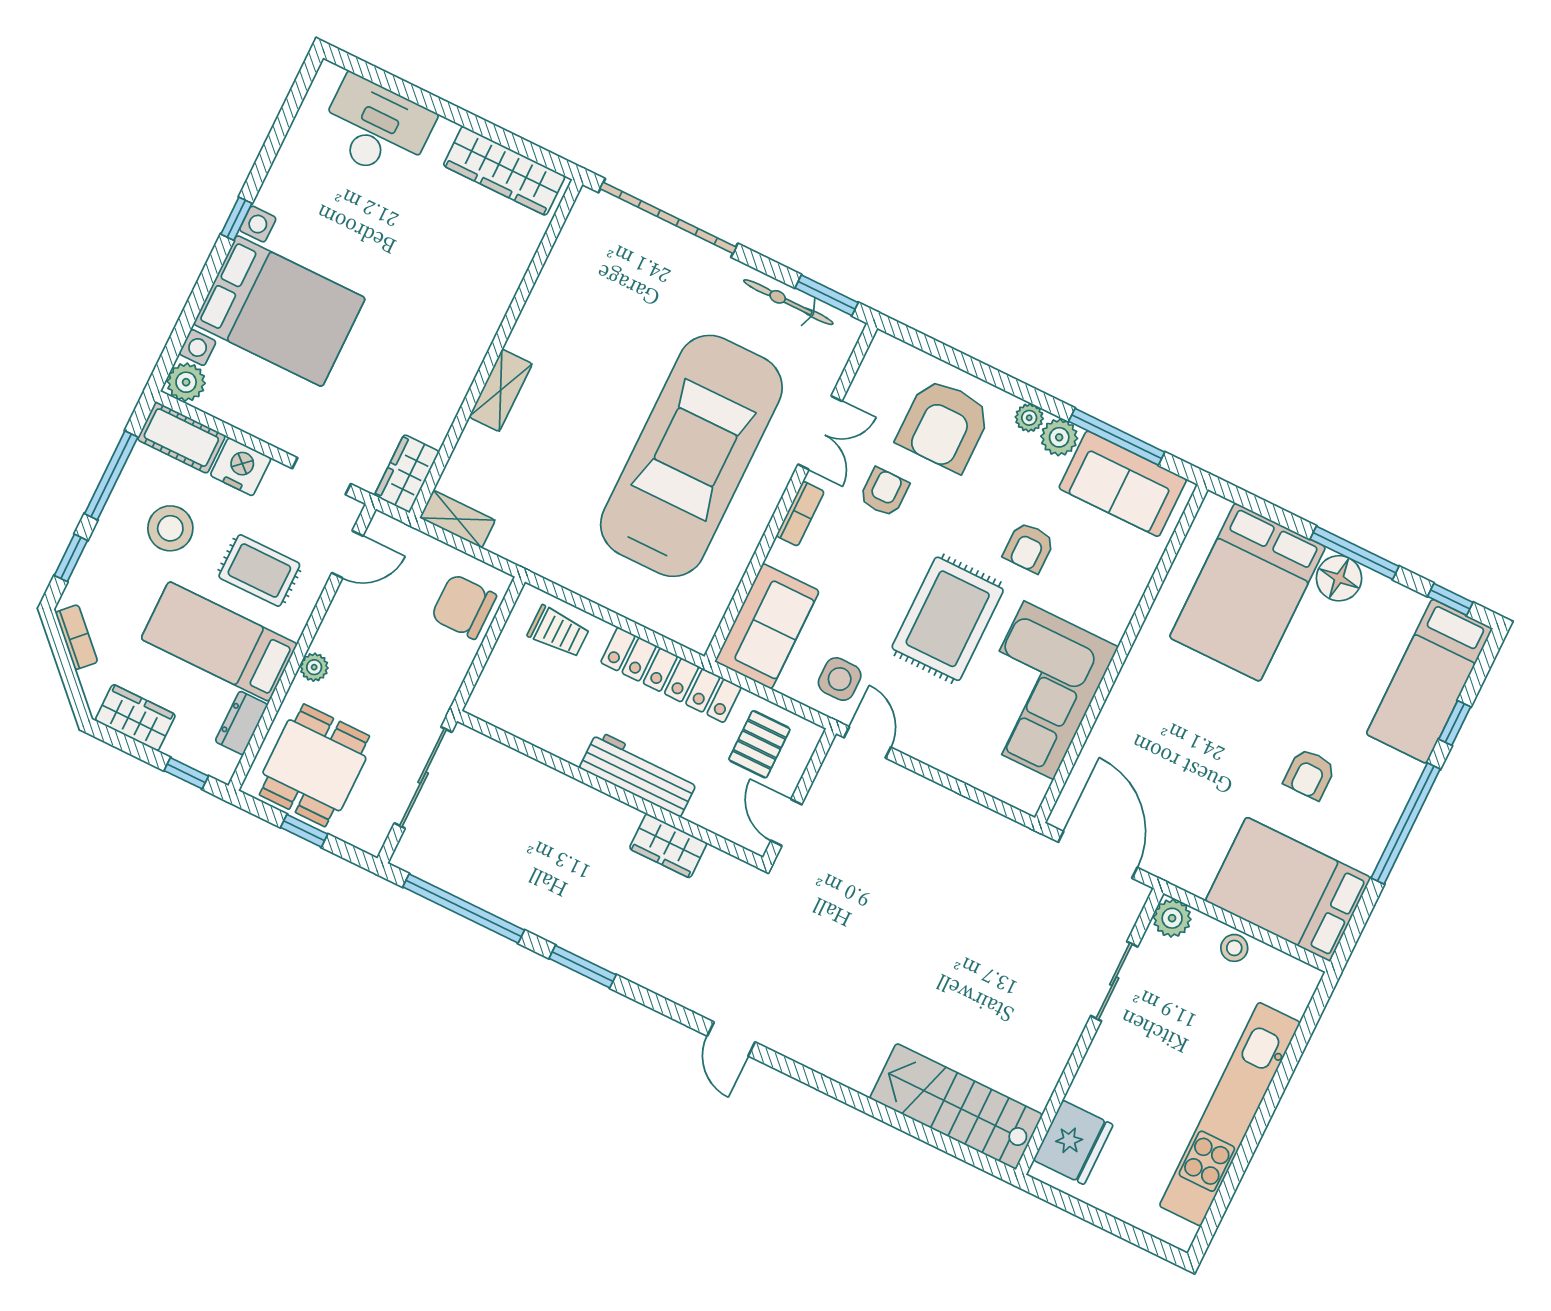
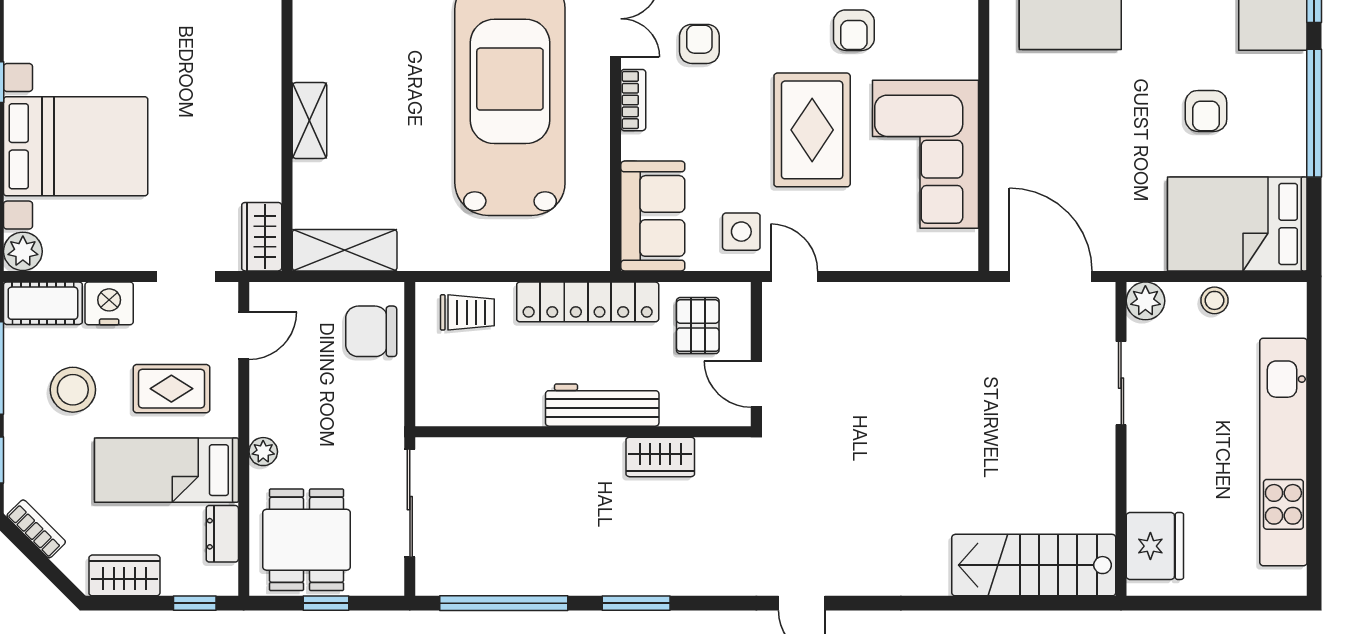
shelving: (457, 519) -> (345, 250), width x1.50, depth x1.33

